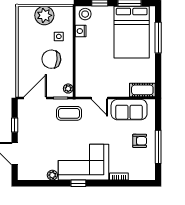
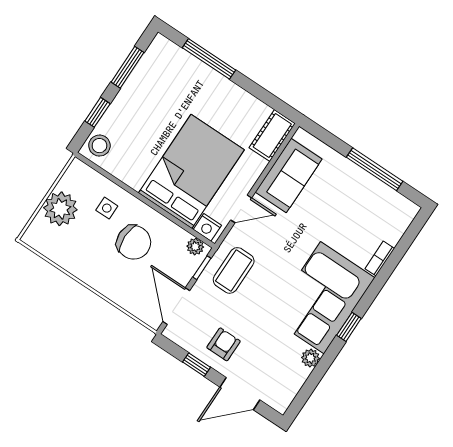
nightstand: (81, 31) -> (207, 227), moved
bed: (132, 32) -> (191, 171), moved, turned -90
chair: (51, 59) -> (134, 242), turned -96
armchair: (140, 141) -> (224, 344), moved

